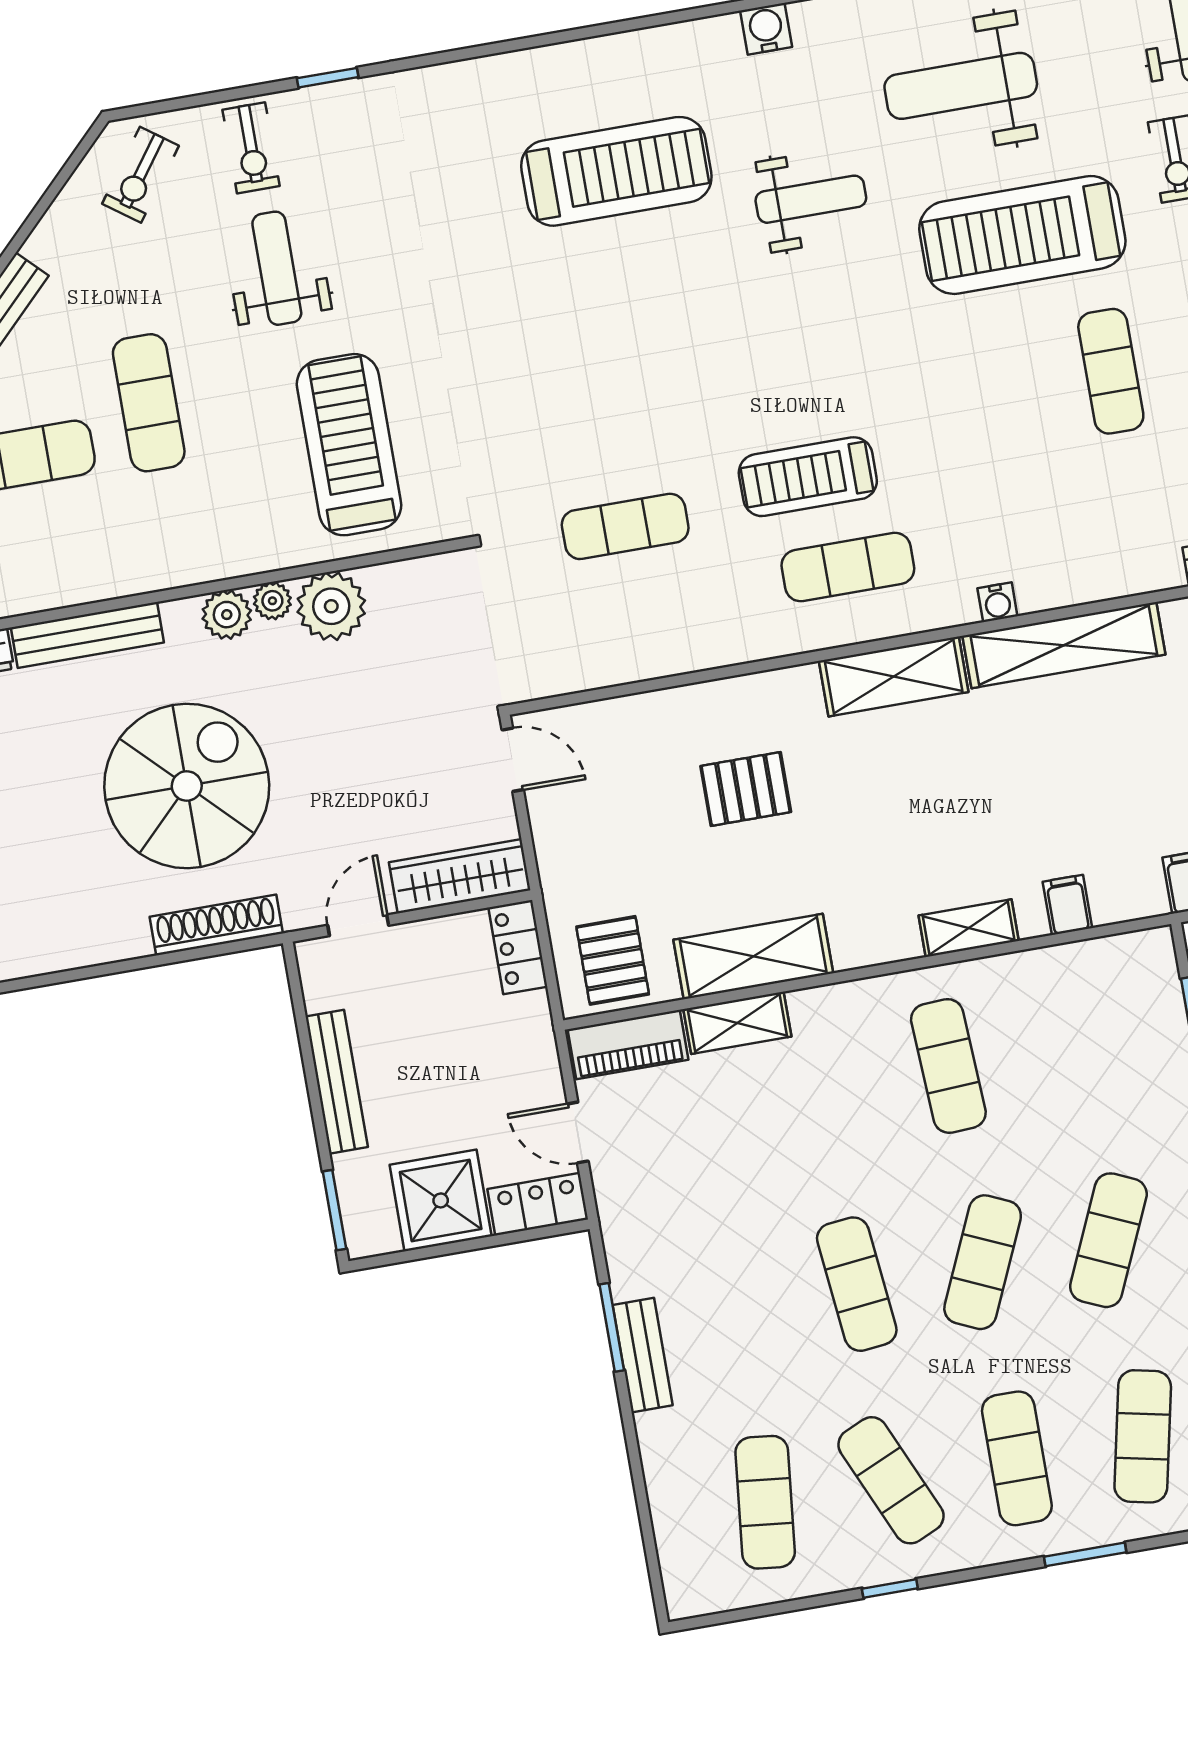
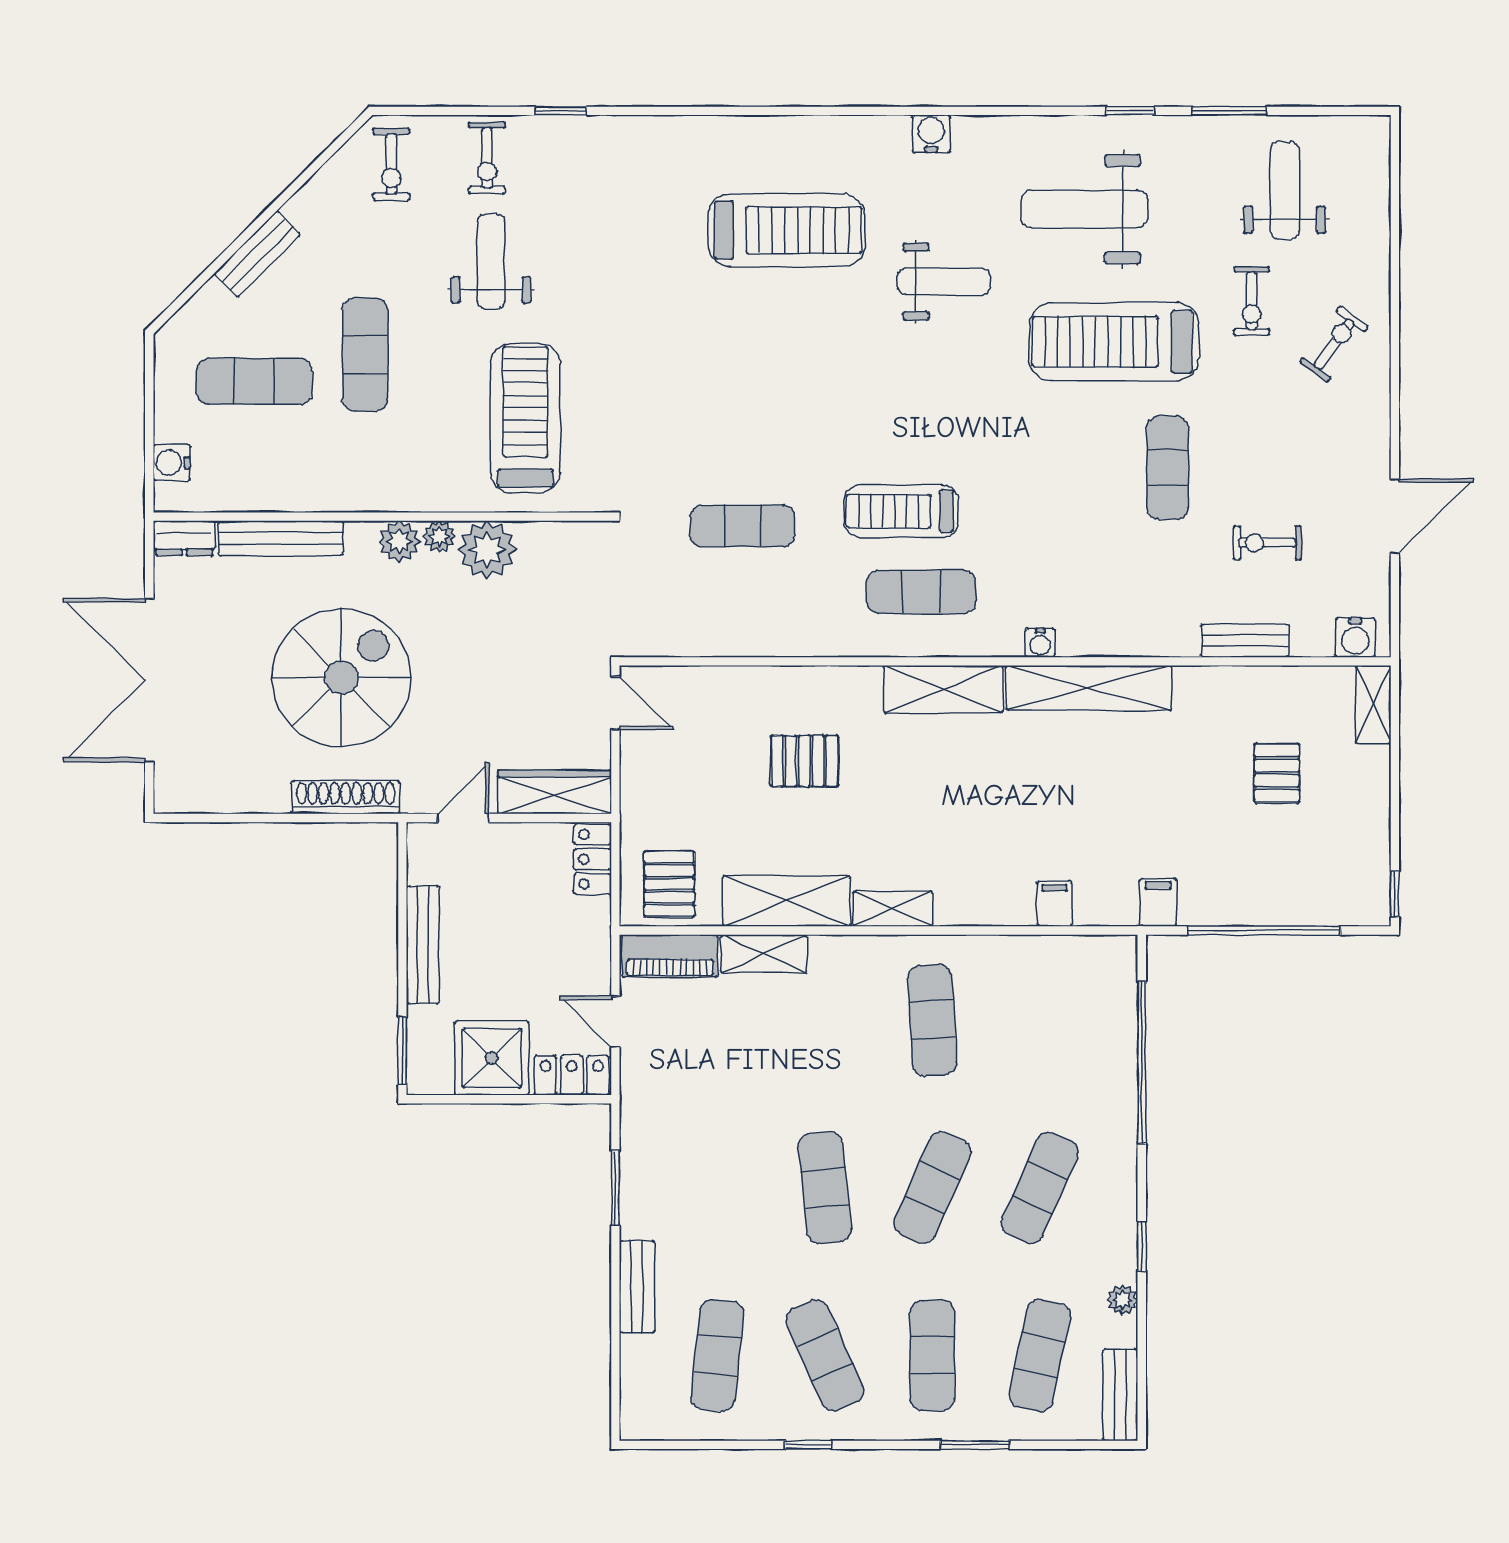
exercise bike: (140, 175) -> (391, 164), turned -36
shelving: (969, 928) -> (893, 909), moved
bench: (643, 1355) -> (637, 1287), moved

